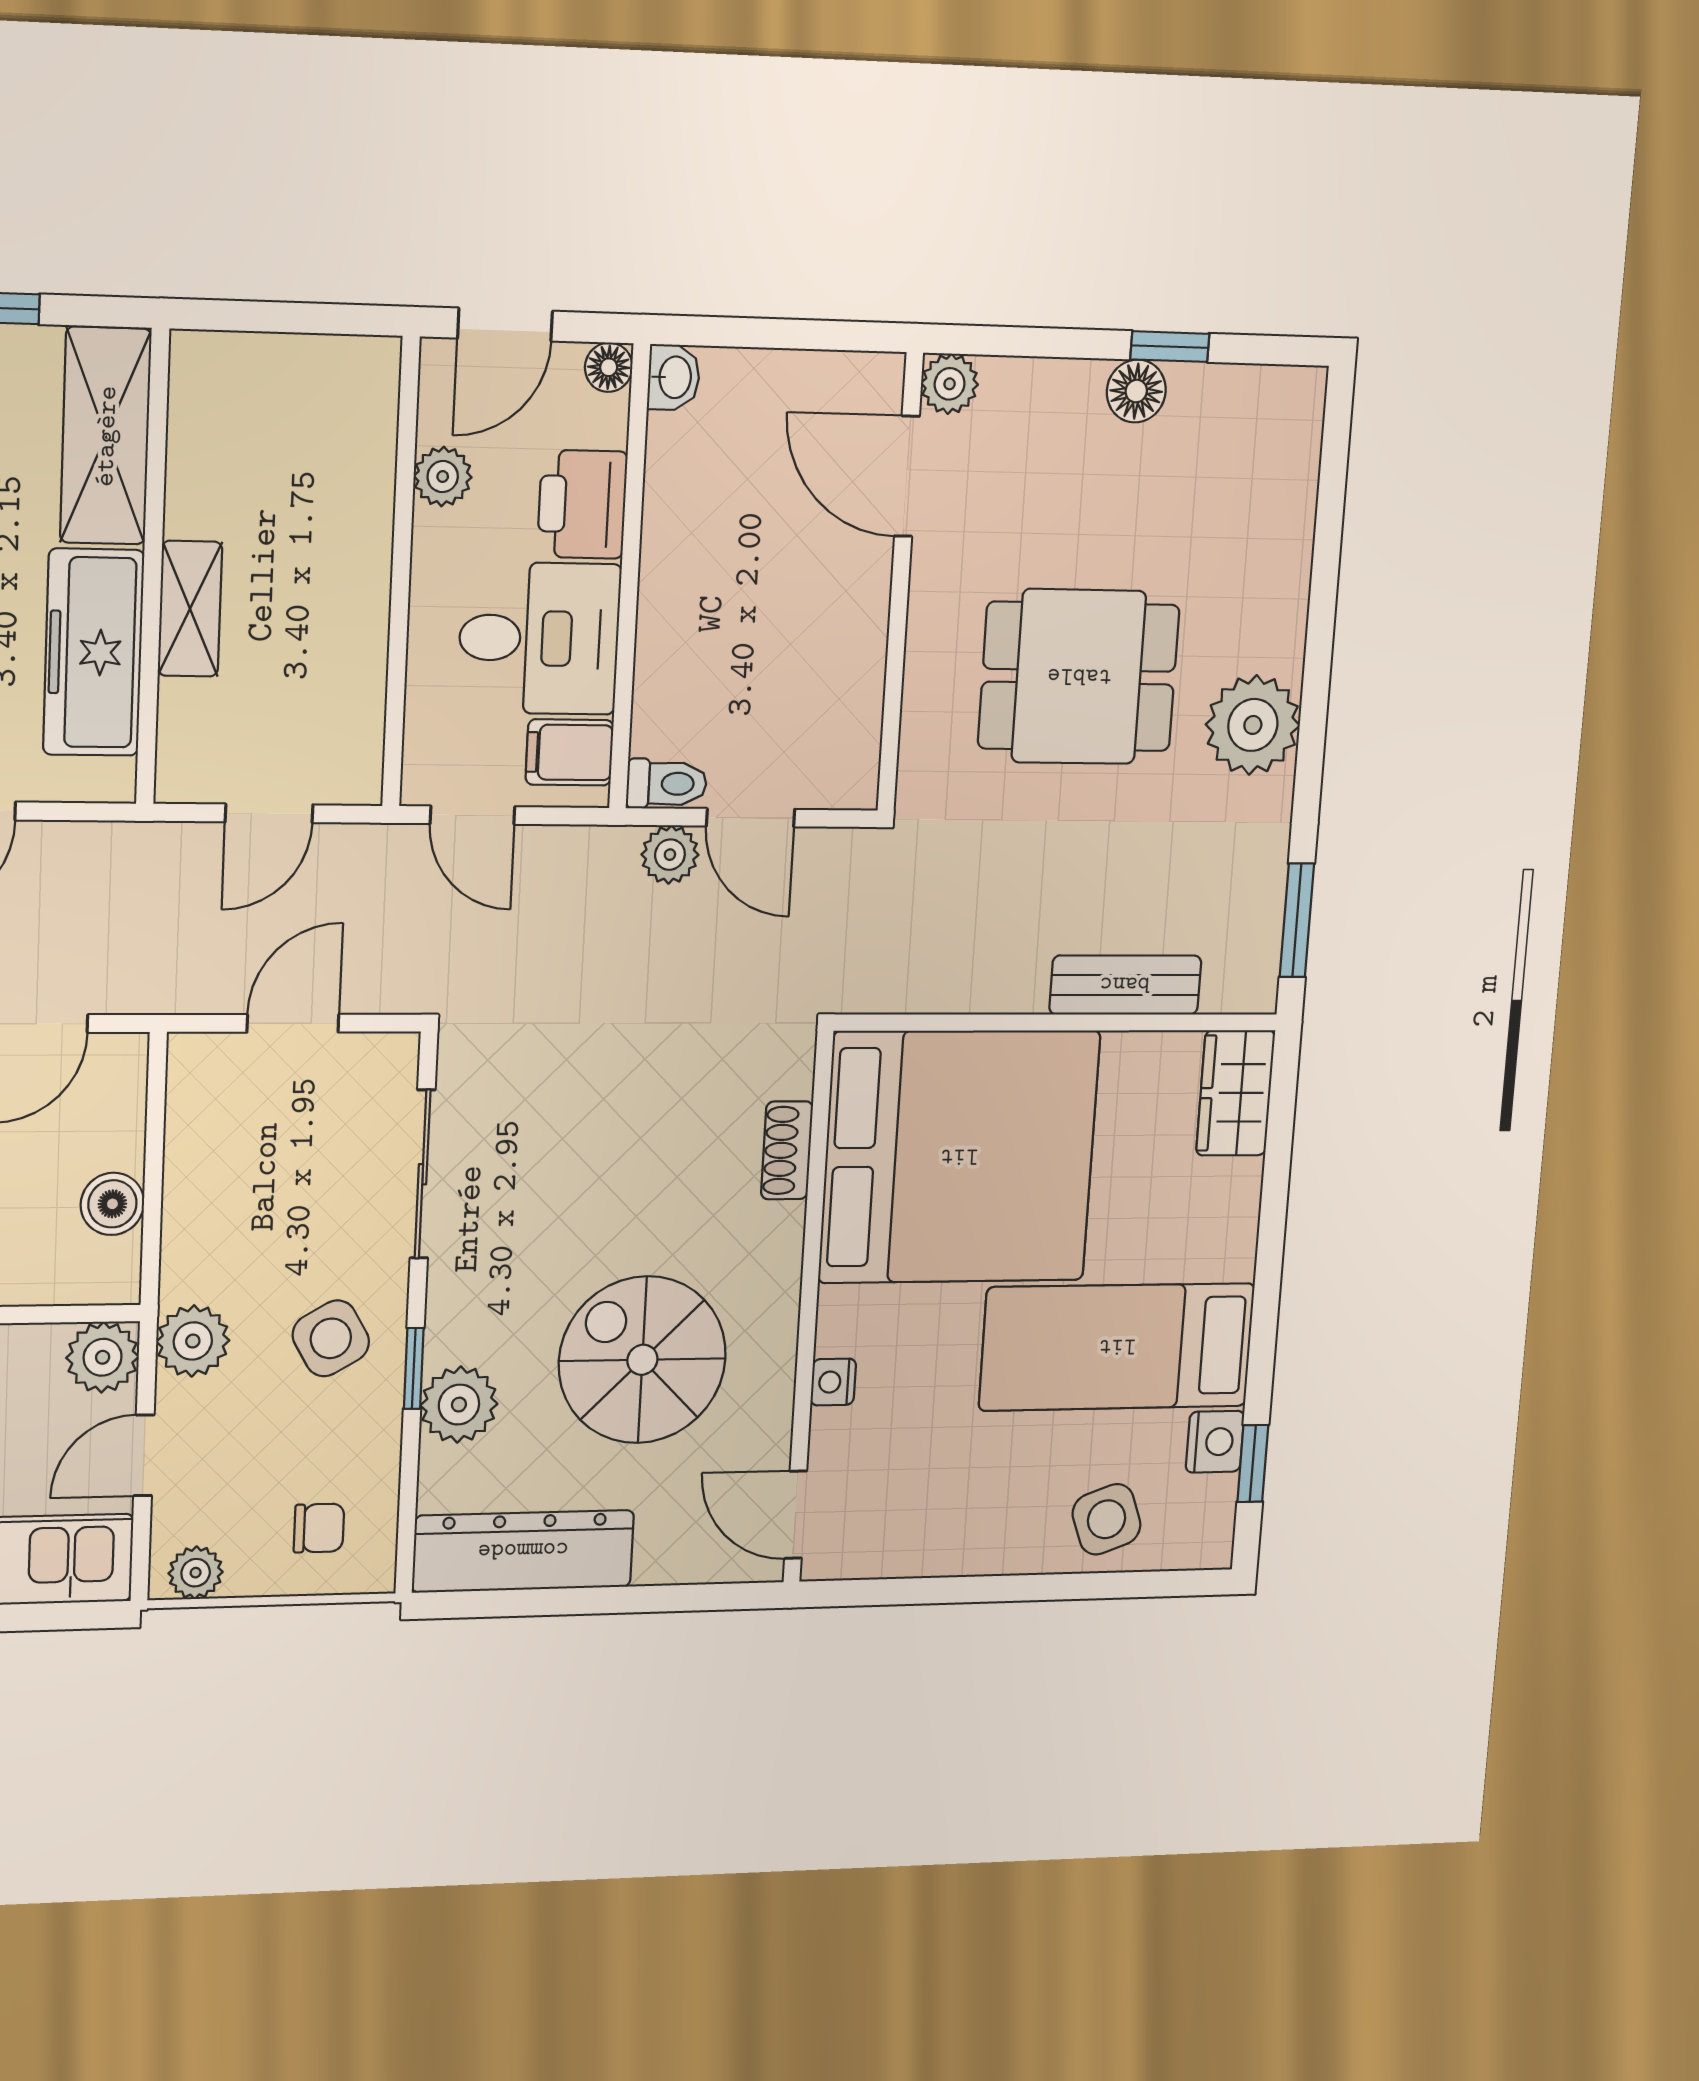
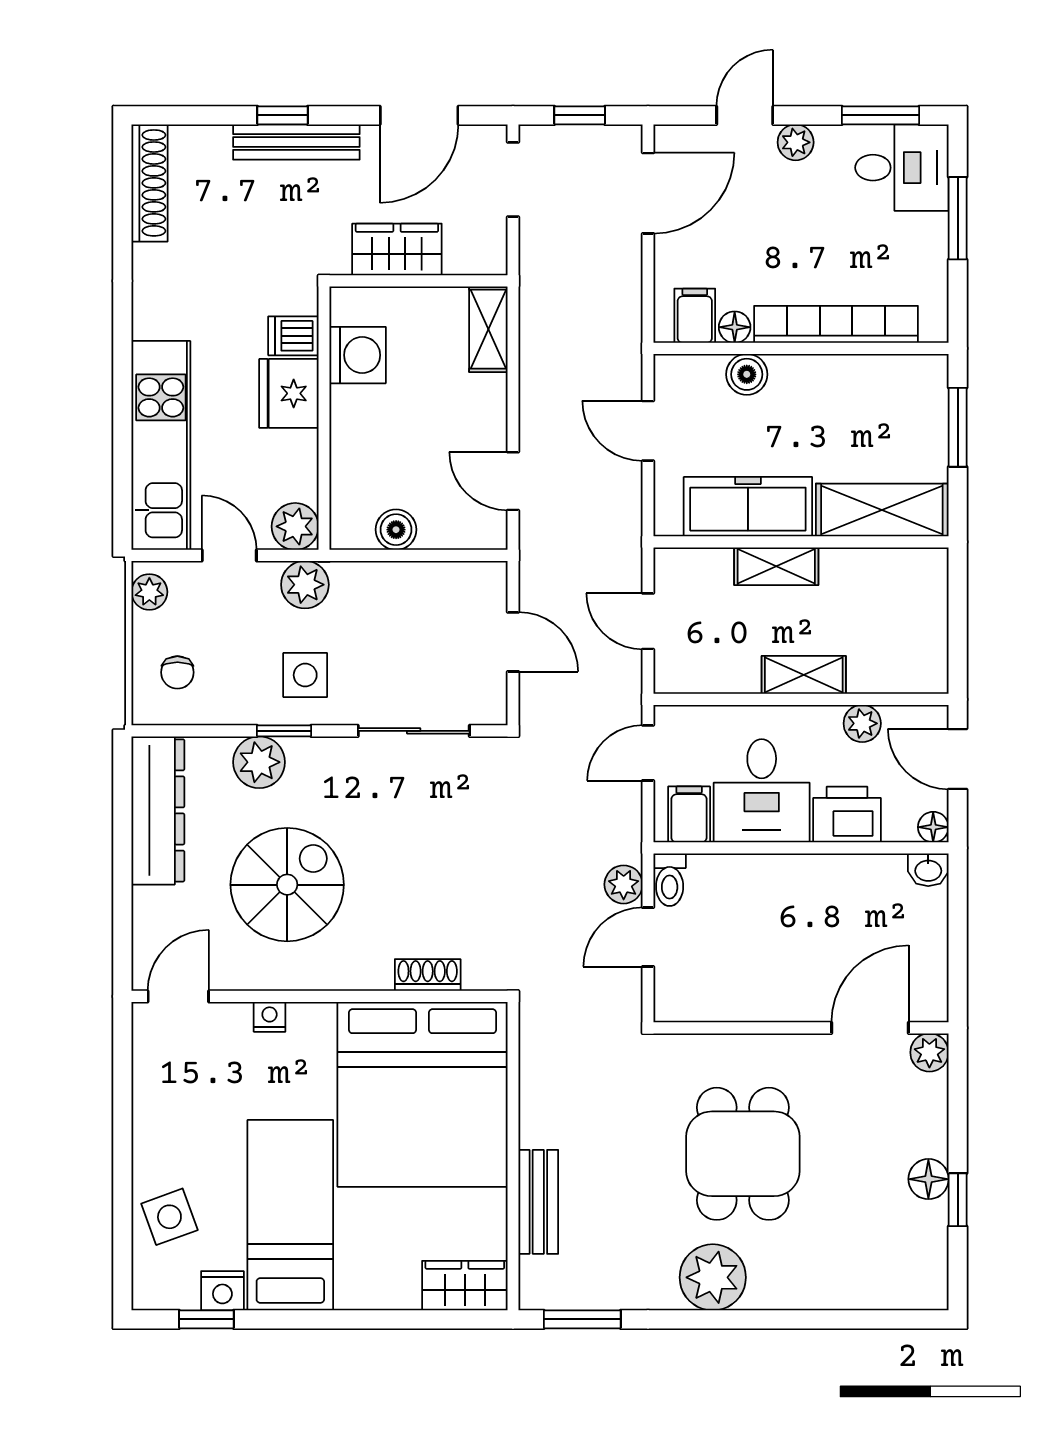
shelving: (363, 568) -> (804, 675), added
side table: (331, 1338) -> (305, 675), turned 30

